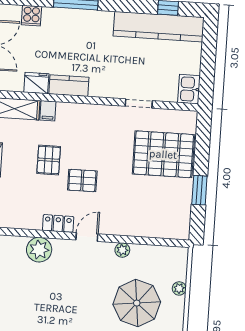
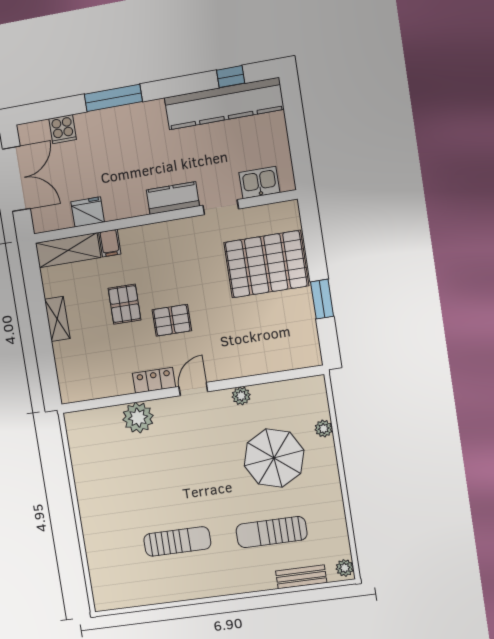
kitchen counter: (69, 86) -> (173, 198), moved
kitchen sink: (189, 89) -> (259, 183), moved, turned 90

